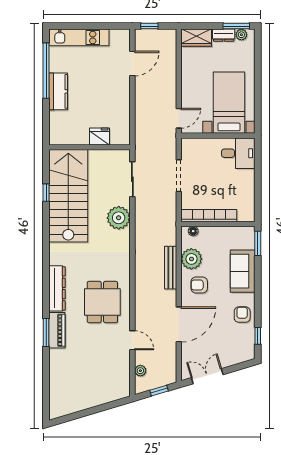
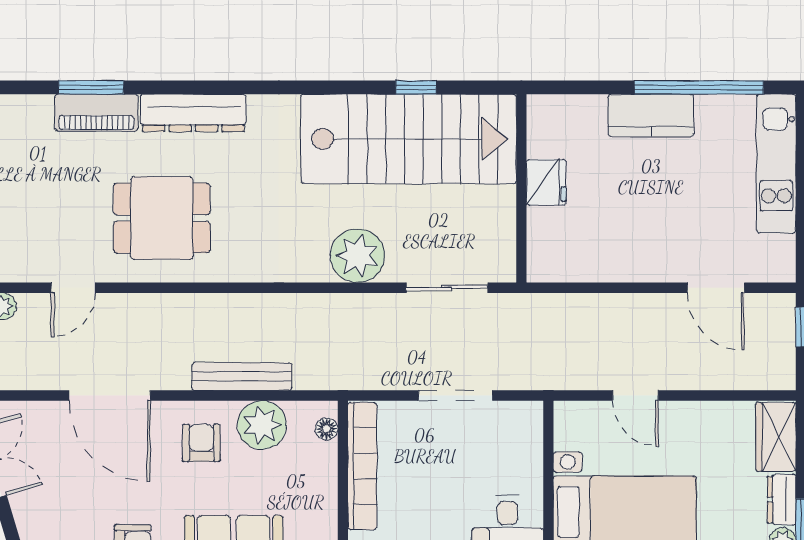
door: (179, 118) -> (636, 396), moved
fridge: (99, 137) -> (546, 182), moved

